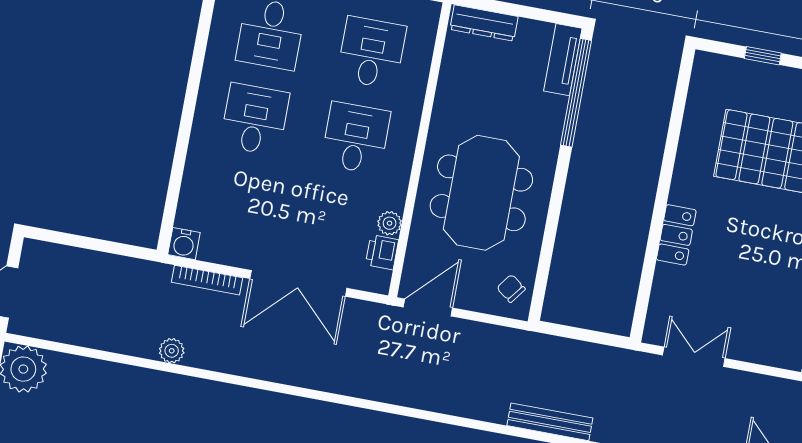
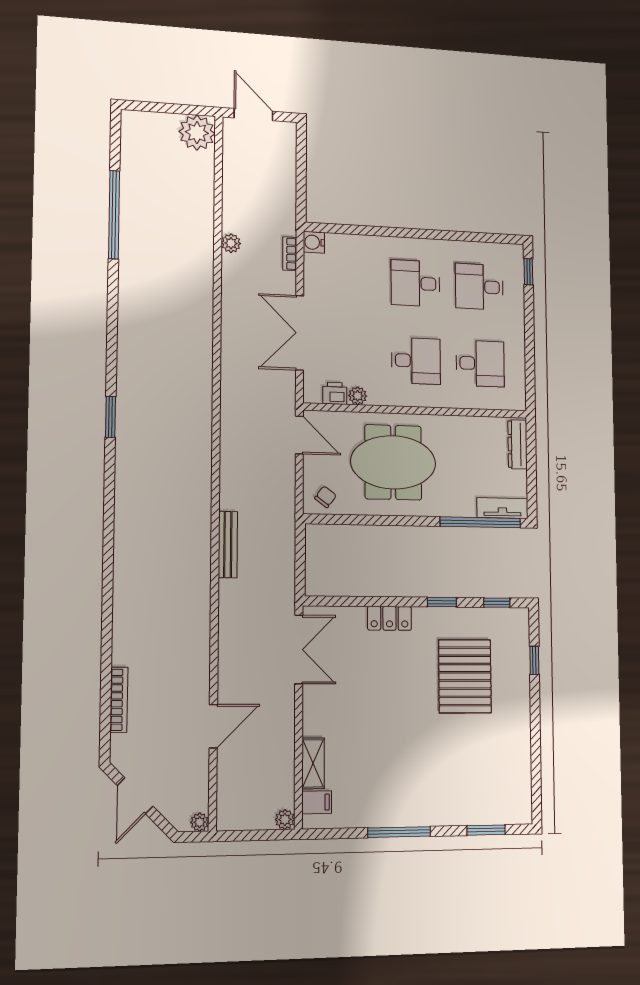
window: (681, 91) -> (497, 603), added
desk: (255, 119) -> (415, 283), turned 180
window: (668, 163) -> (442, 602), added
bookcase: (207, 280) -> (290, 254), width x0.64
double door: (694, 357) -> (299, 650), width x1.37

